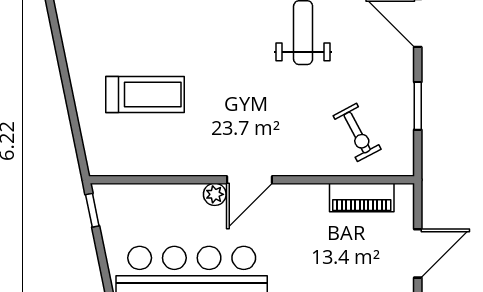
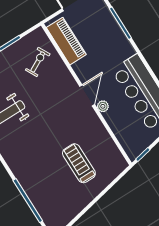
door: (250, 180) -> (87, 95), hinge flipped
piano: (362, 197) -> (66, 41), width x1.37, depth x1.33

